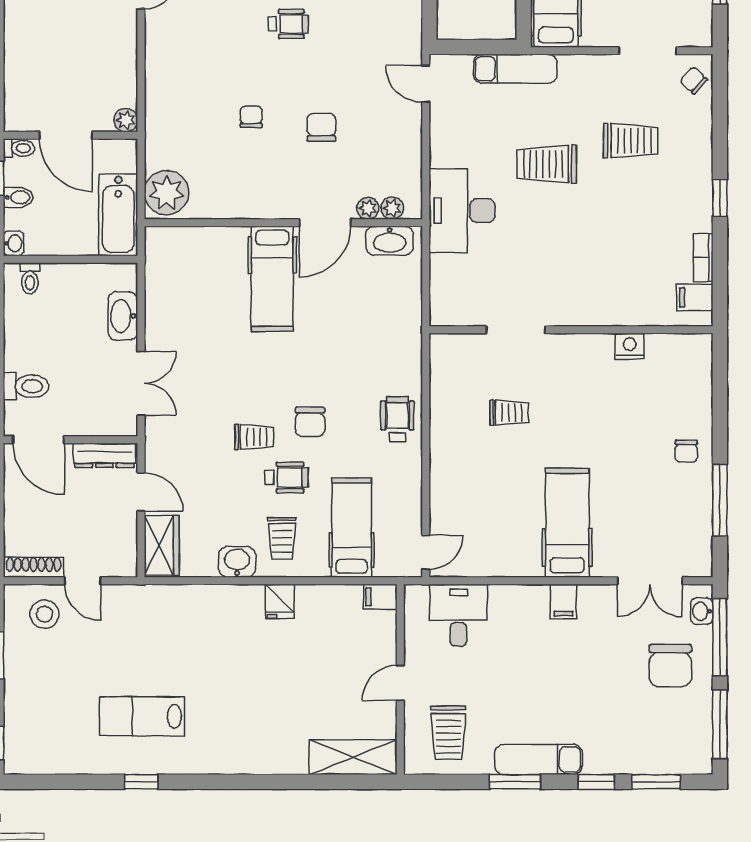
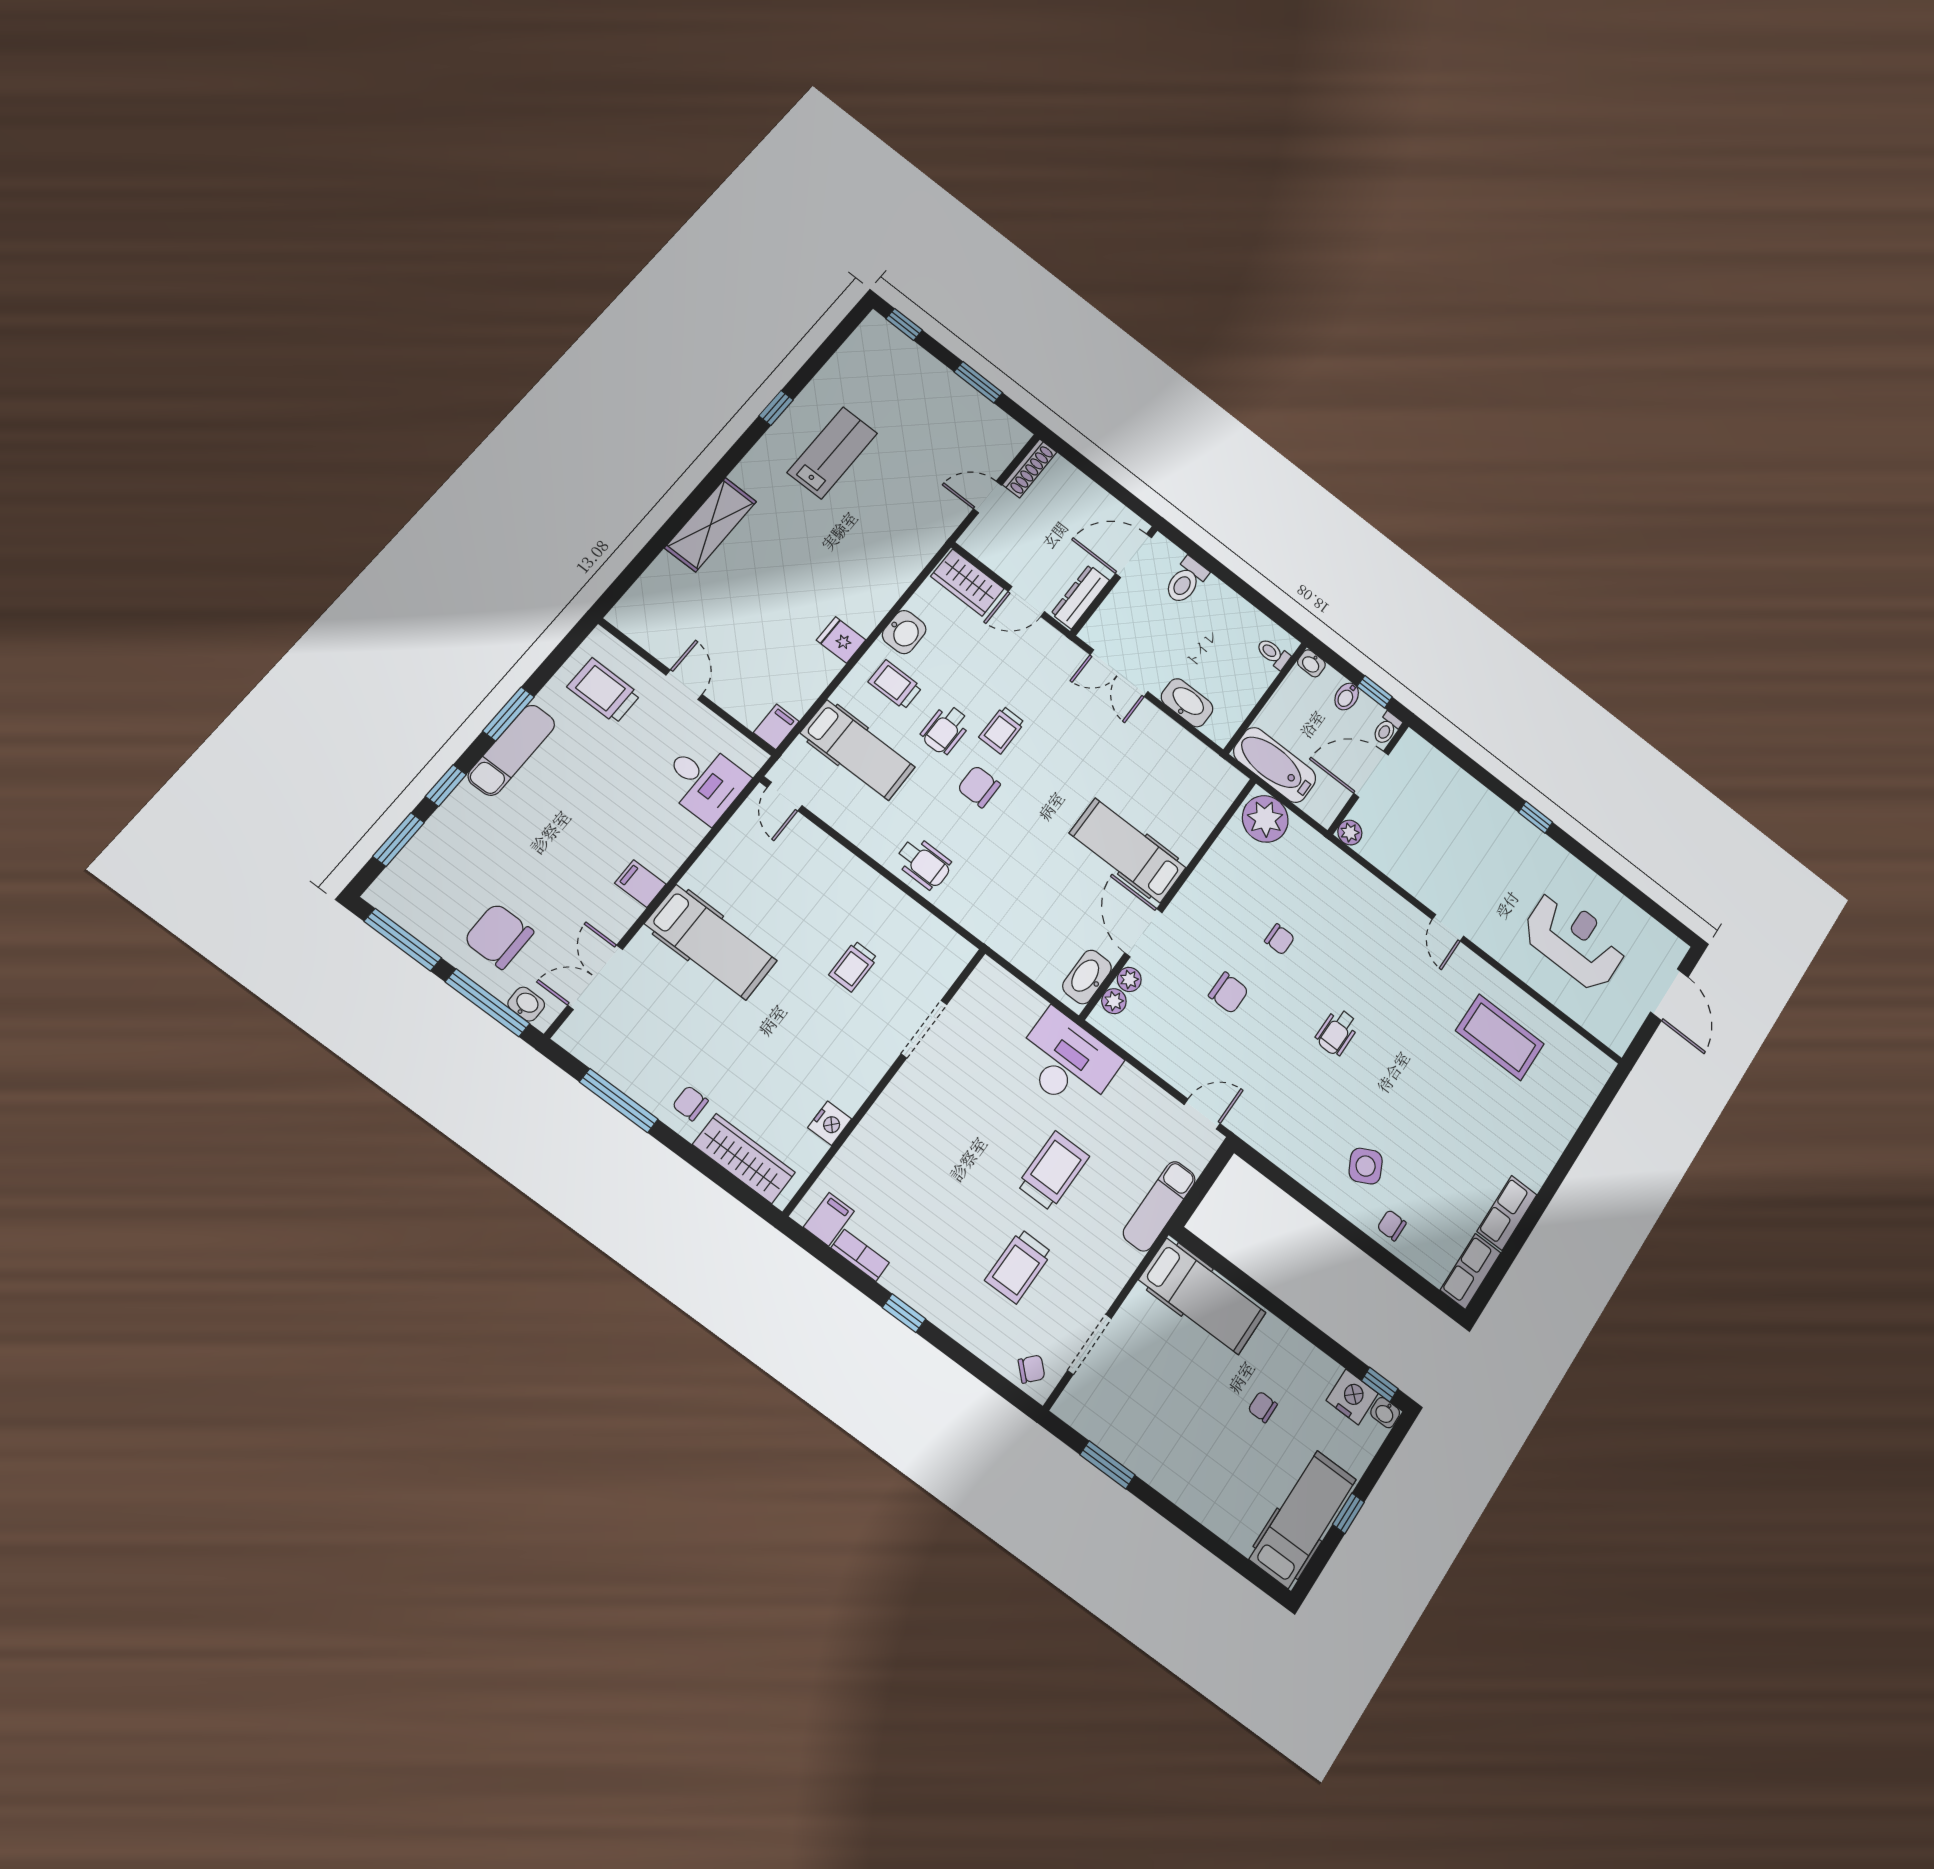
wardrobe: (696, 386) -> (744, 1159), added
stool: (44, 614) -> (983, 446), removed
shelving: (353, 757) -> (711, 525), moved

